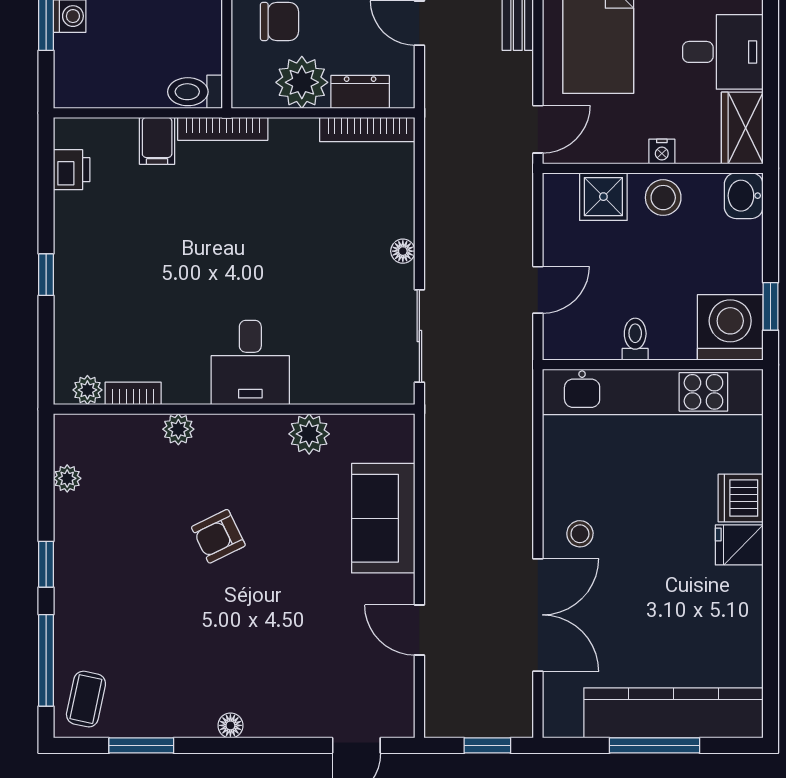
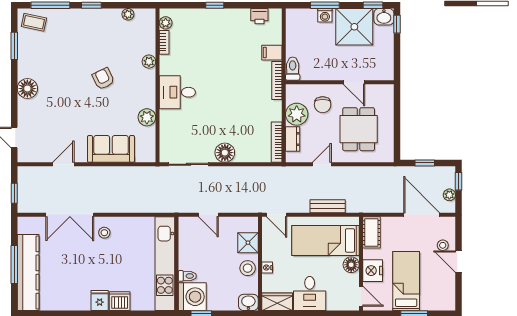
floor lamp: (403, 251) -> (225, 153), width x1.89, depth x1.89
toilet: (635, 339) -> (187, 276), moved
floor lamp: (230, 725) -> (27, 89), width x1.89, depth x1.89

